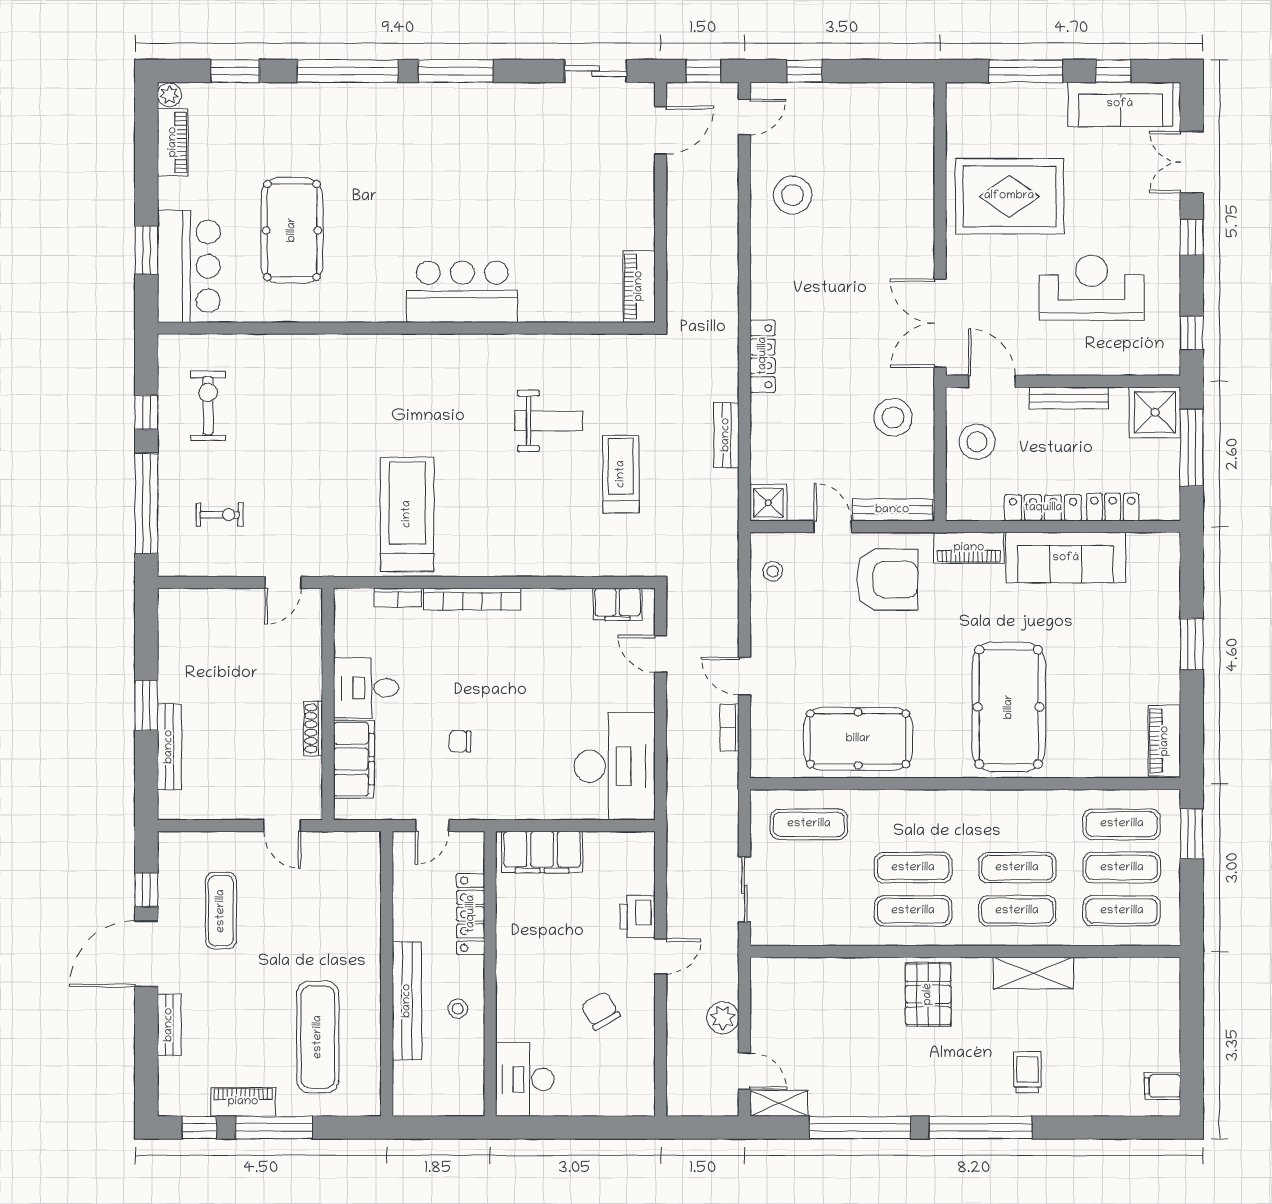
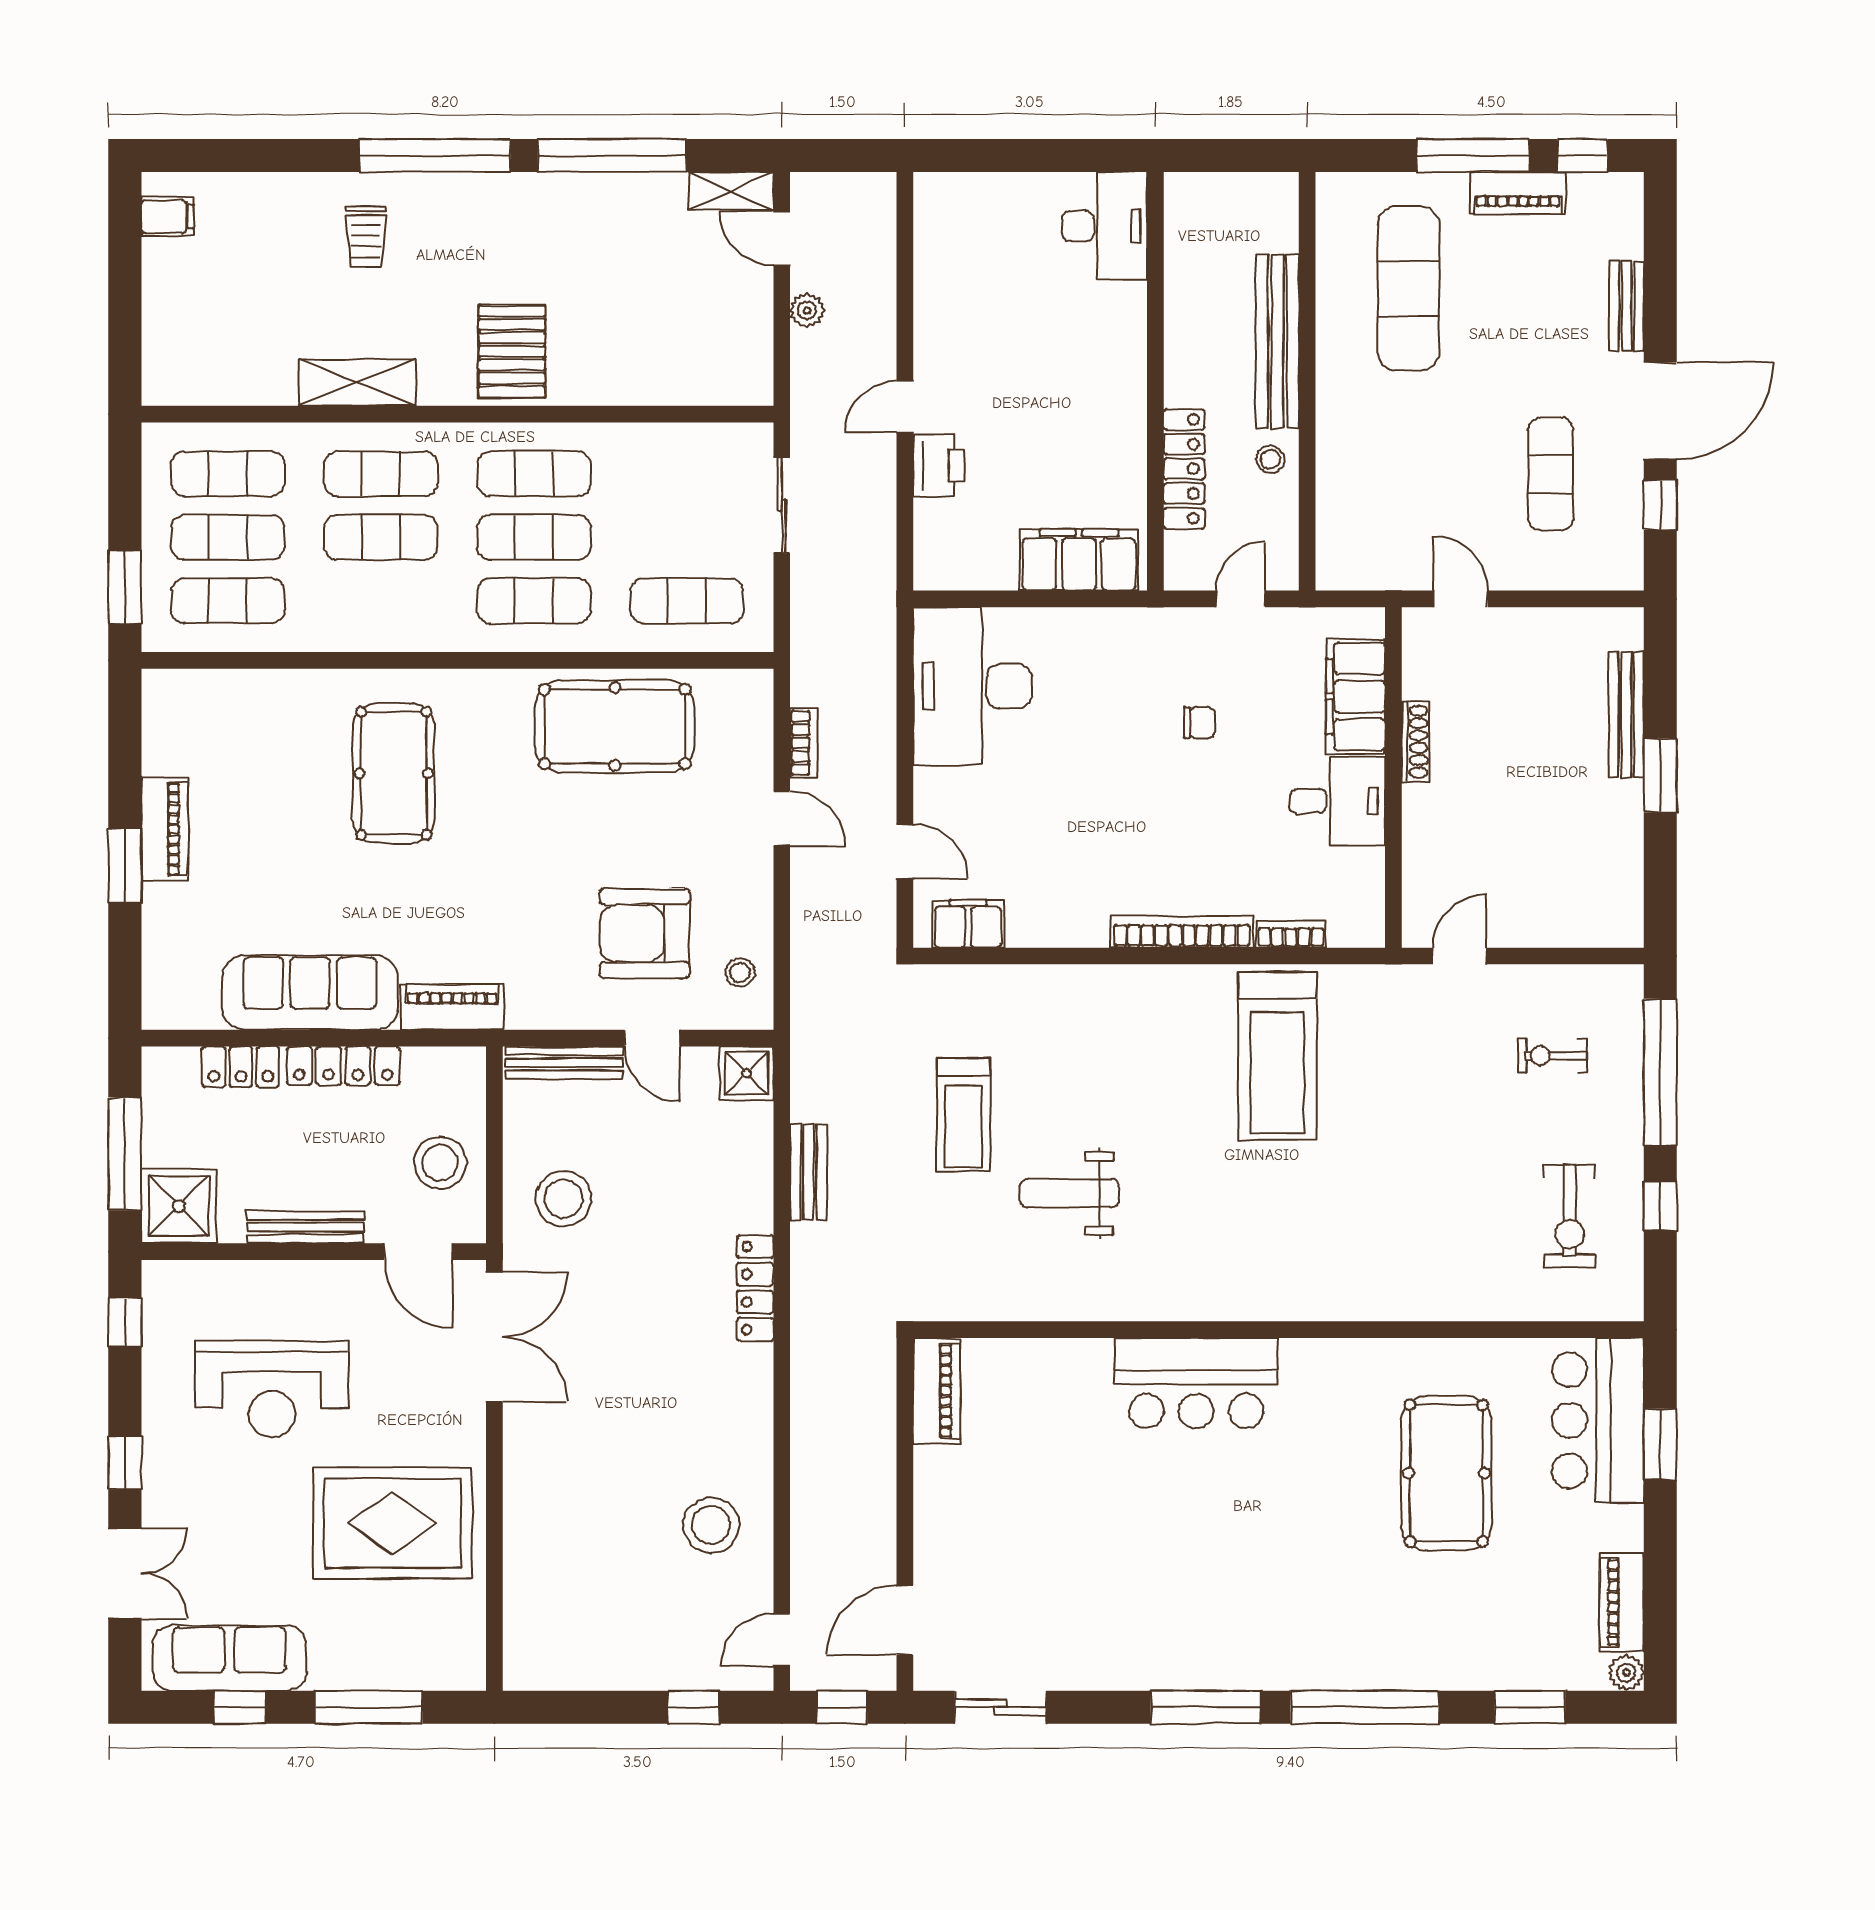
armchair: (887, 579) -> (645, 933), moved
pool table: (1009, 707) -> (394, 773), width x0.73, depth x0.76
piano: (1165, 741) -> (165, 829), moved
exercise mat: (913, 824) -> (534, 601), added
stool: (458, 1009) -> (1270, 459), moved
chair: (600, 1011) -> (993, 327), removed
plant: (723, 1018) -> (807, 310), width x0.73, depth x0.73

